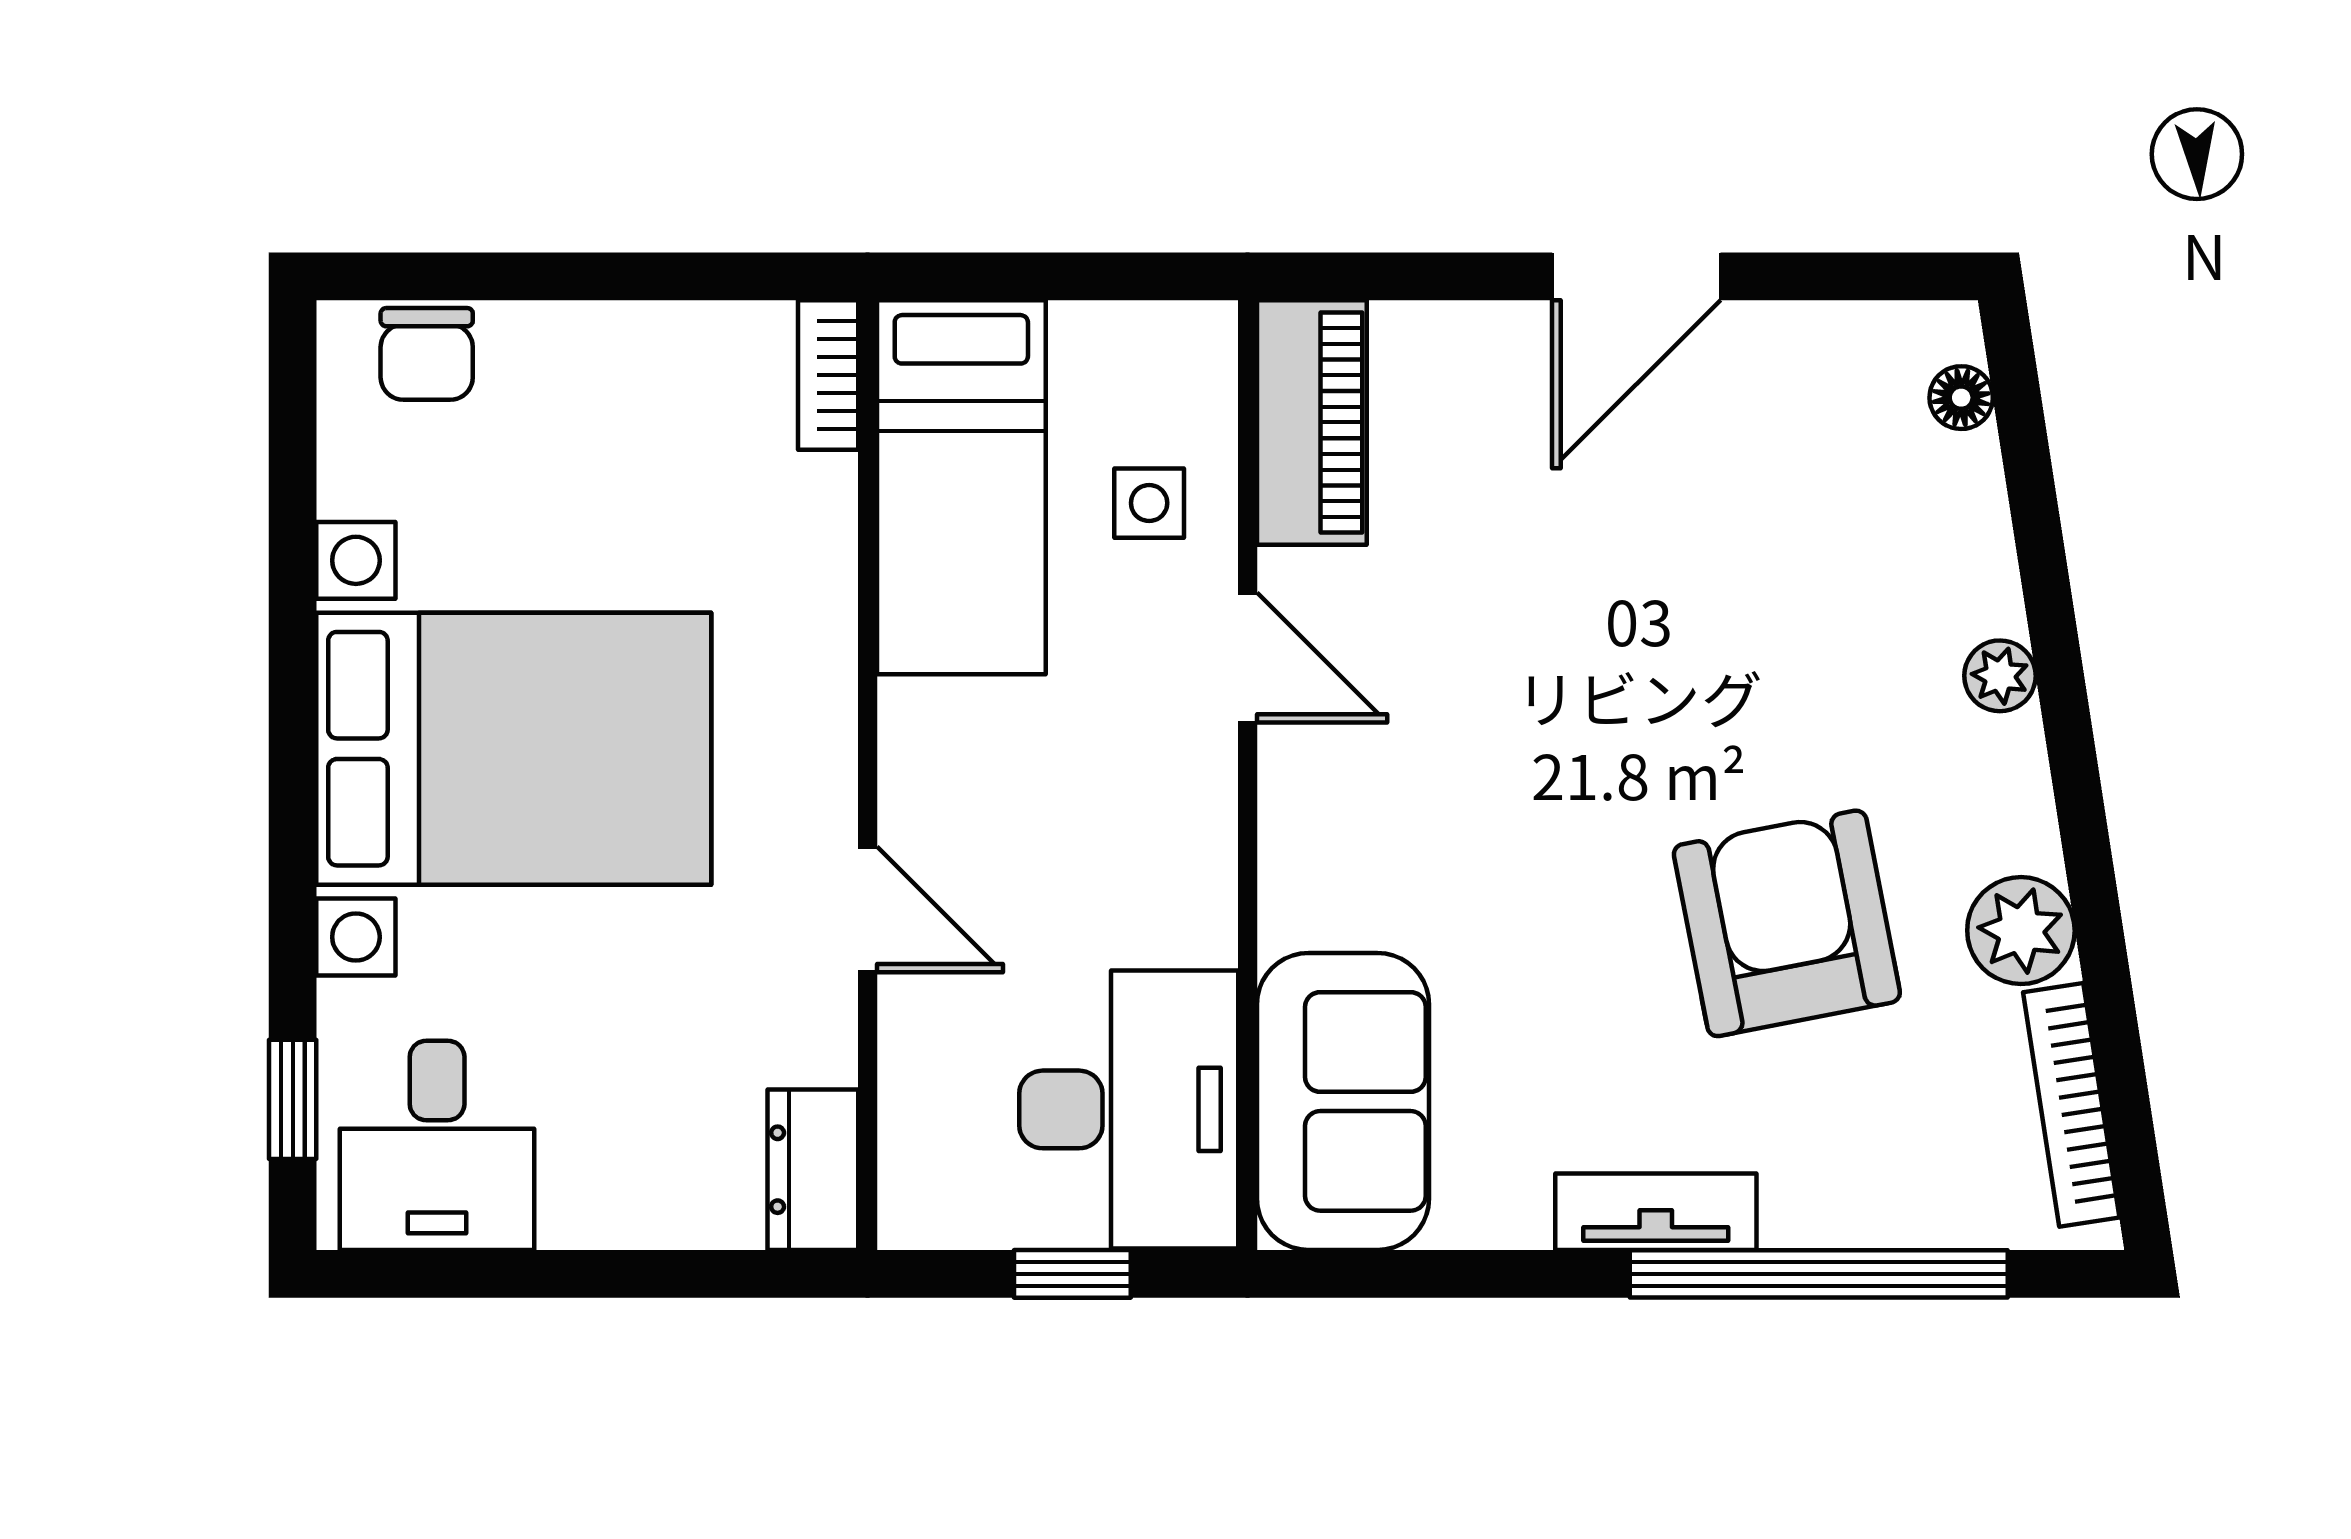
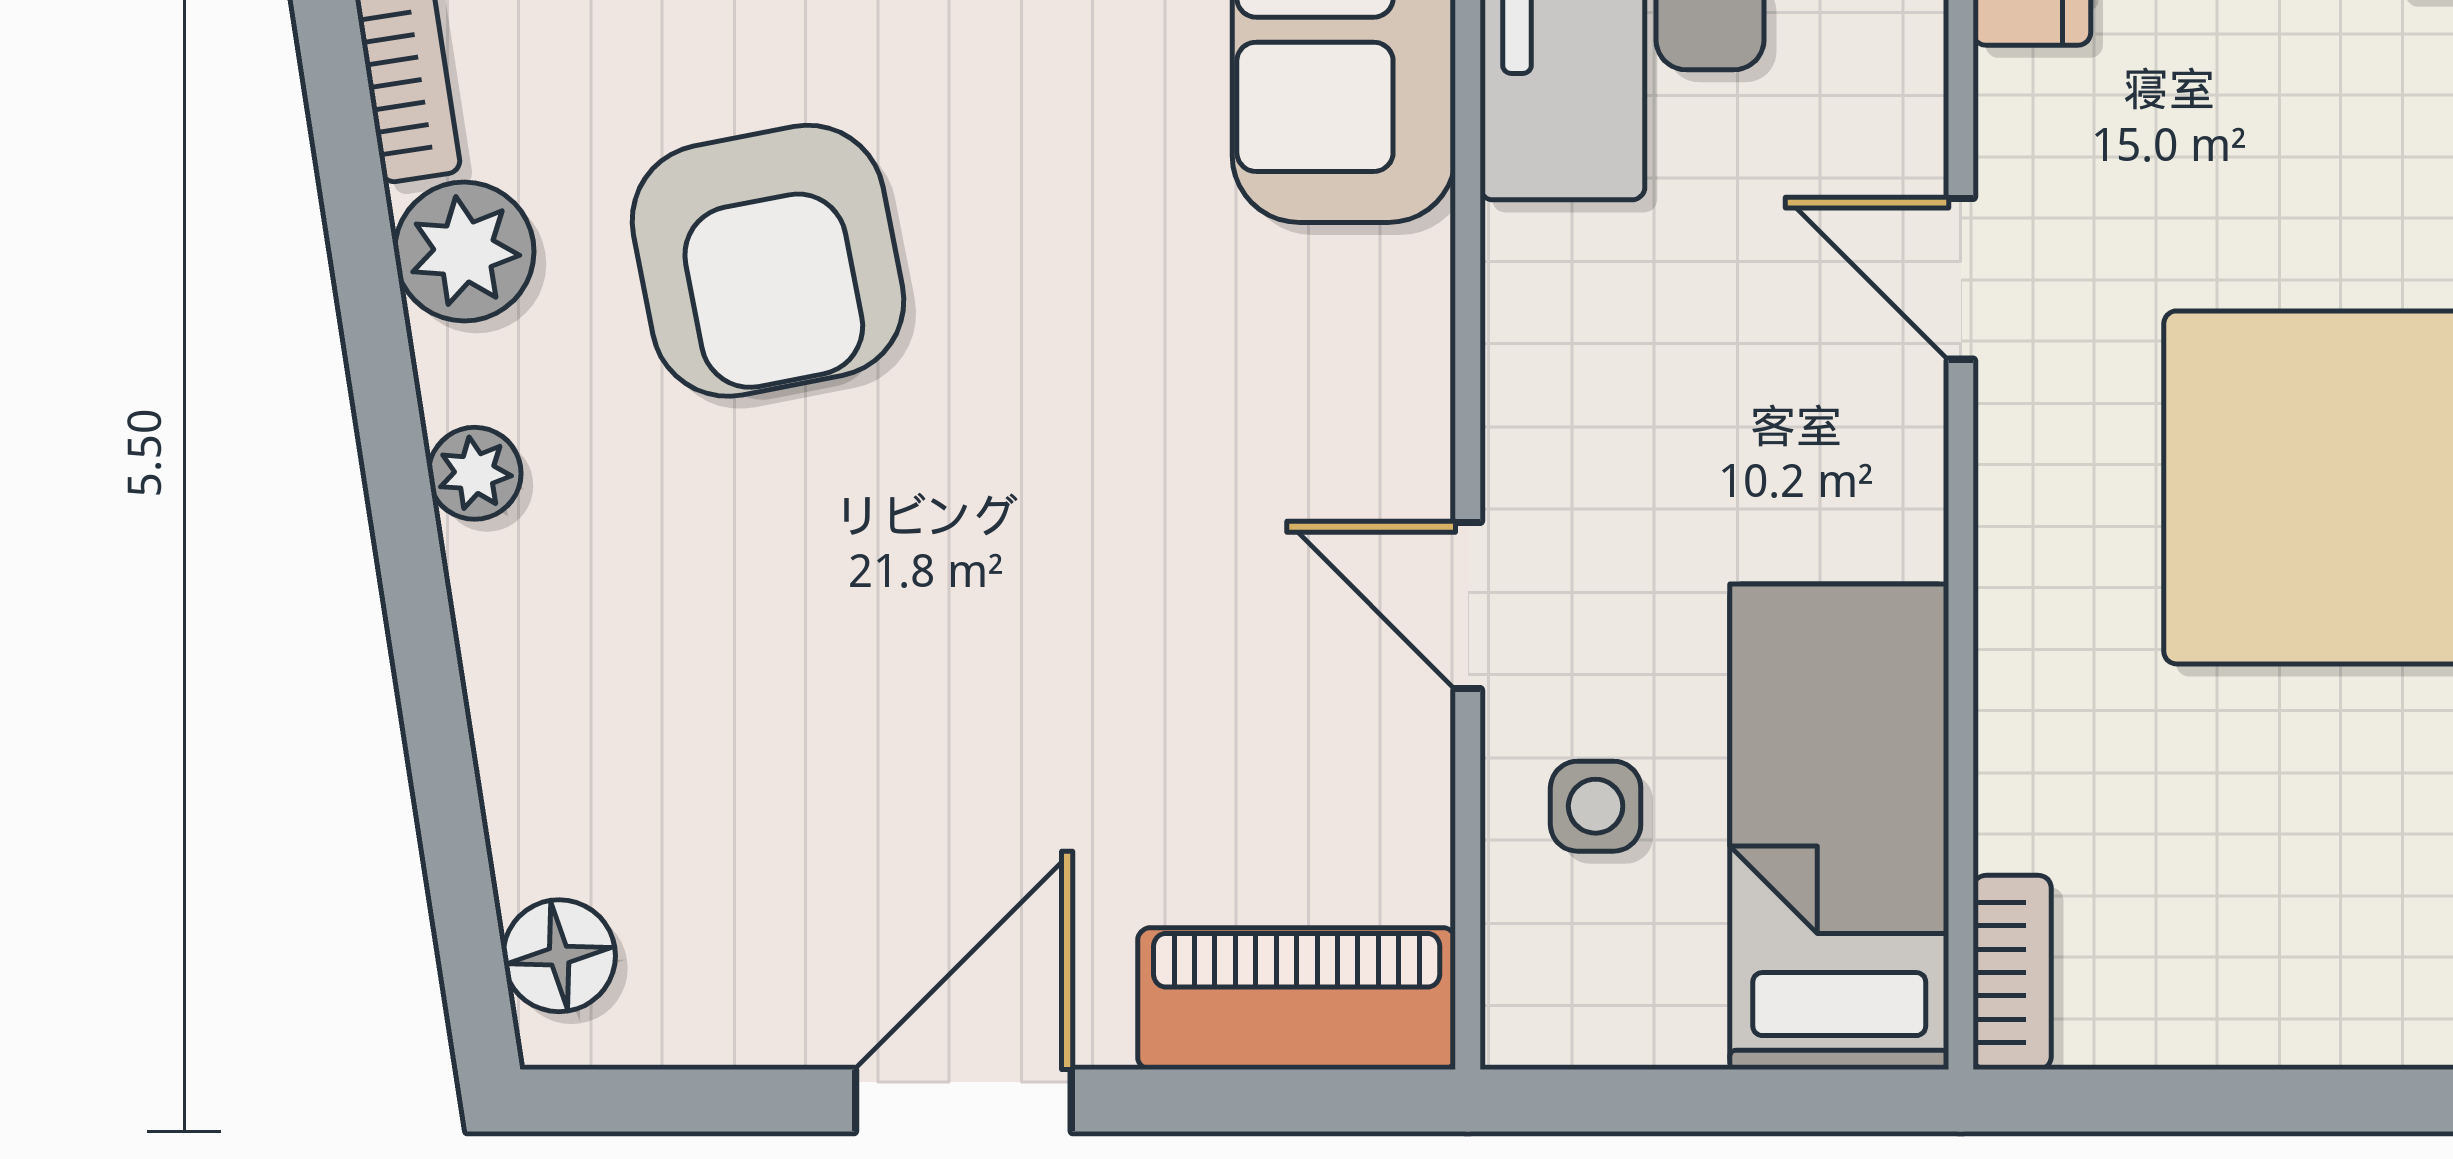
floor lamp: (1961, 398) -> (559, 956), width x1.37, depth x1.37
piano: (1312, 422) -> (1297, 999), moved, turned 90
plant: (2000, 676) -> (475, 473), moved

